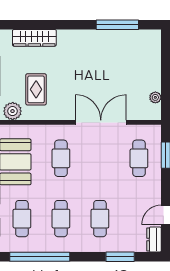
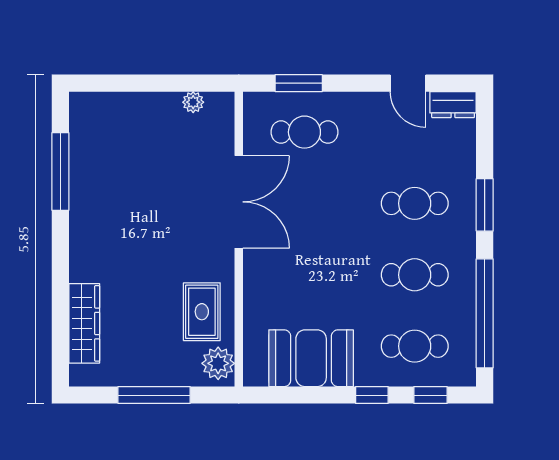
rug: (36, 89) -> (202, 312), moved, turned 90
double door: (101, 122) -> (239, 202), swing flipped
cafe table: (61, 158) -> (304, 275), removed
window: (120, 257) -> (485, 205), moved

